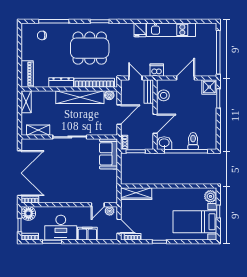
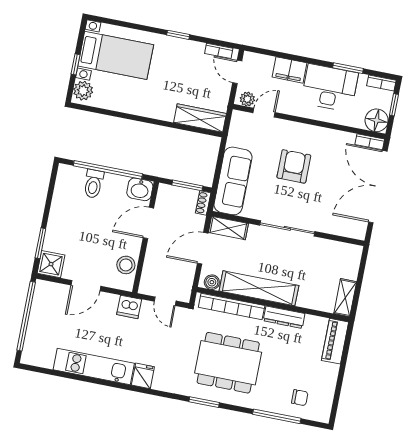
bench: (149, 92) -> (148, 276), removed
shelving: (38, 130) -> (228, 228), moved
sofa: (108, 154) -> (233, 181), width x1.36
armchair: (73, 175) -> (294, 166), added

